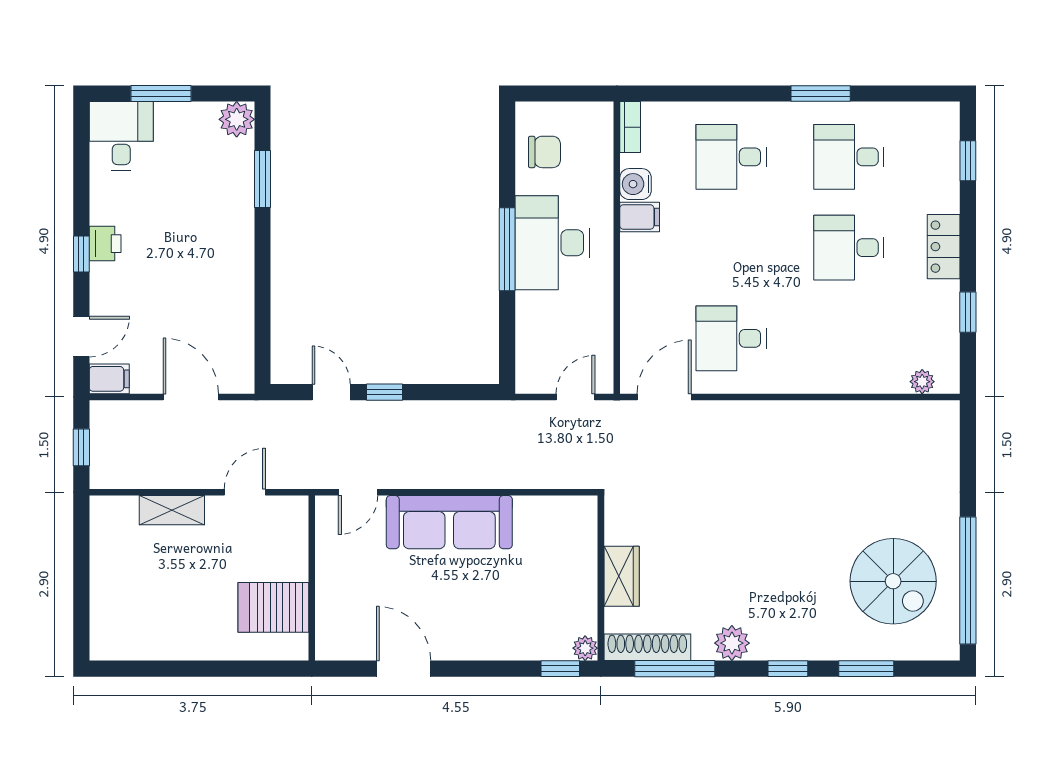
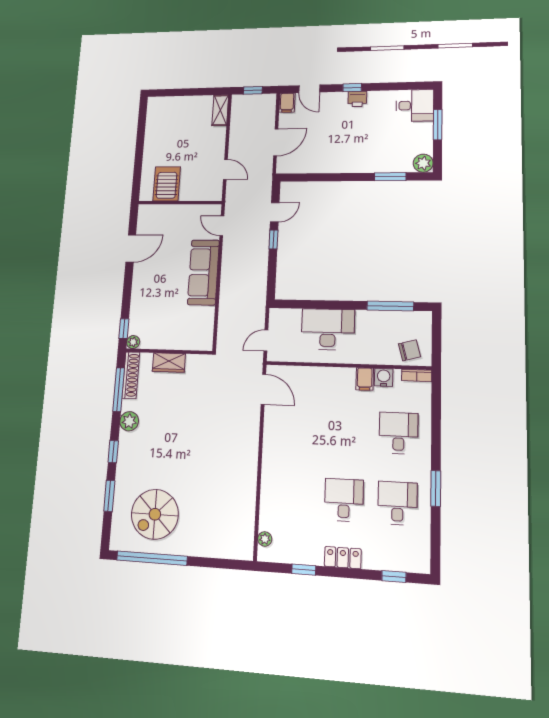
chair: (544, 152) -> (410, 350), moved, turned -105
desk: (552, 243) -> (328, 329), moved
window: (507, 249) -> (390, 306), moved
desk: (731, 338) -> (294, 428), removed
door: (575, 397) -> (266, 340), swing flipped
shelving: (172, 510) -> (220, 110), moved

